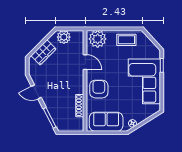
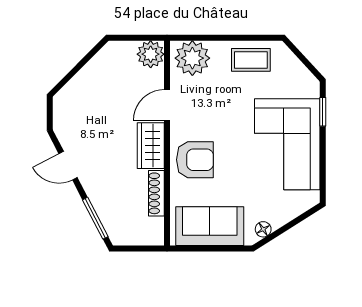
plant: (64, 37) -> (151, 54), moved
wardrobe: (44, 52) -> (151, 146), moved, turned 135
door: (85, 62) -> (167, 105), swing flipped
armchair: (99, 89) -> (195, 160), turned 90

